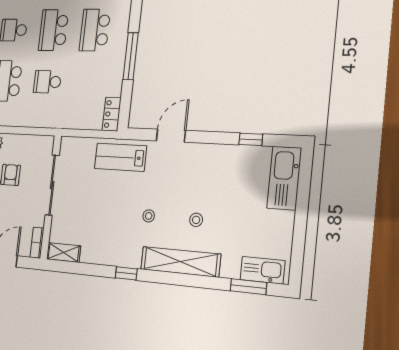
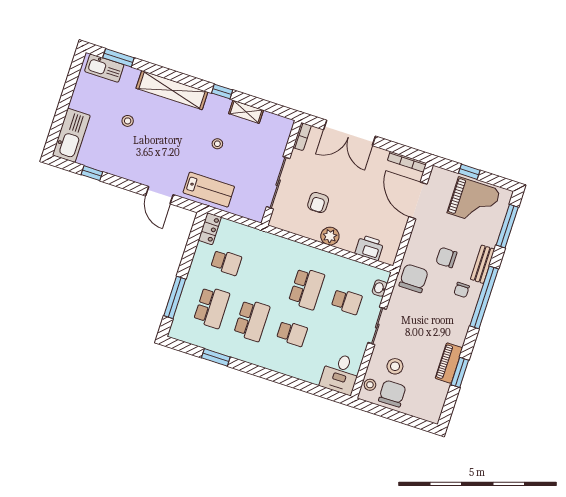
window: (131, 56) -> (175, 297), moved
school desk: (47, 82) -> (226, 262), moved
door: (171, 136) -> (159, 195), hinge flipped
stool: (149, 216) -> (217, 144), moved
stool: (196, 220) -> (128, 121), moved
shelving: (64, 253) -> (246, 112), moved

